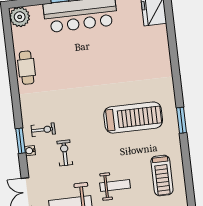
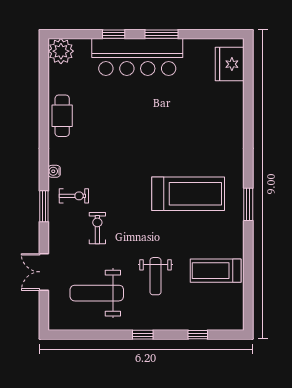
water cooler: (30, 151) -> (54, 171), moved
treadmill: (162, 175) -> (216, 271), turned 90
weight bench: (115, 186) -> (155, 276), turned 90

